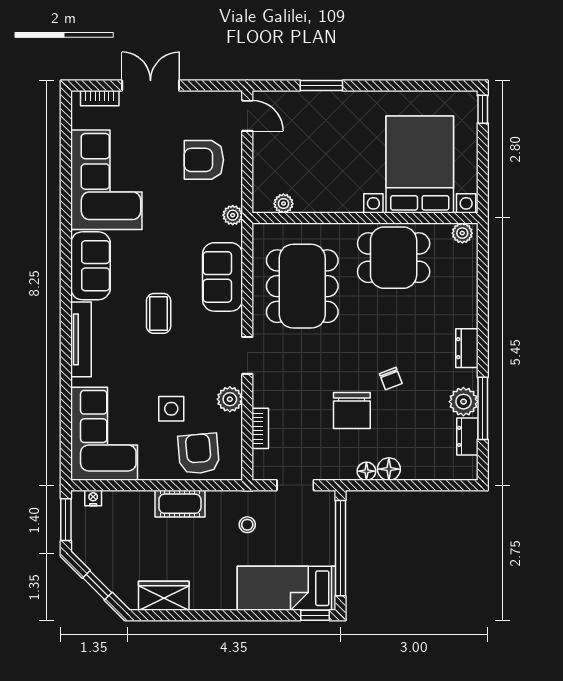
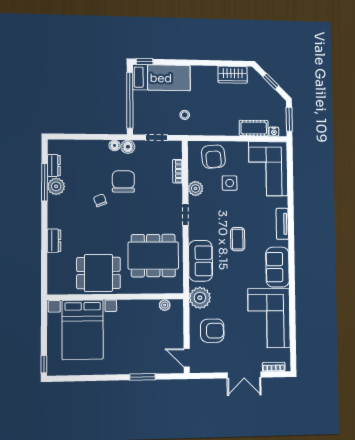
plant: (233, 215) -> (200, 298), width x1.88, depth x1.88
plant: (462, 233) -> (57, 288), removed
dining table: (302, 286) -> (153, 256), turned 90
tv unit: (81, 339) -> (282, 224), width x0.71
dresser: (467, 348) -> (54, 241), moved
floor lamp: (389, 469) -> (128, 147), moved
cot: (180, 504) -> (254, 128), moved

